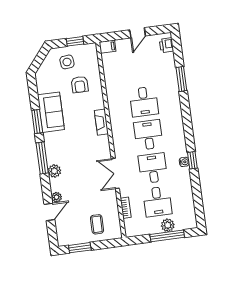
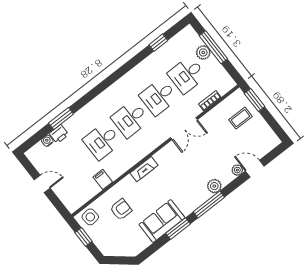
printer: (167, 45) -> (59, 134), moved
filing cabinet: (107, 47) -> (103, 179), moved
side table: (67, 62) -> (90, 217), moved
desk: (144, 102) -> (102, 141), turned 180
window: (192, 160) -> (158, 43), moved
water cooler: (184, 162) -> (47, 141), moved
desk: (157, 202) -> (187, 75), turned 180
window: (80, 248) -> (255, 100), moved

